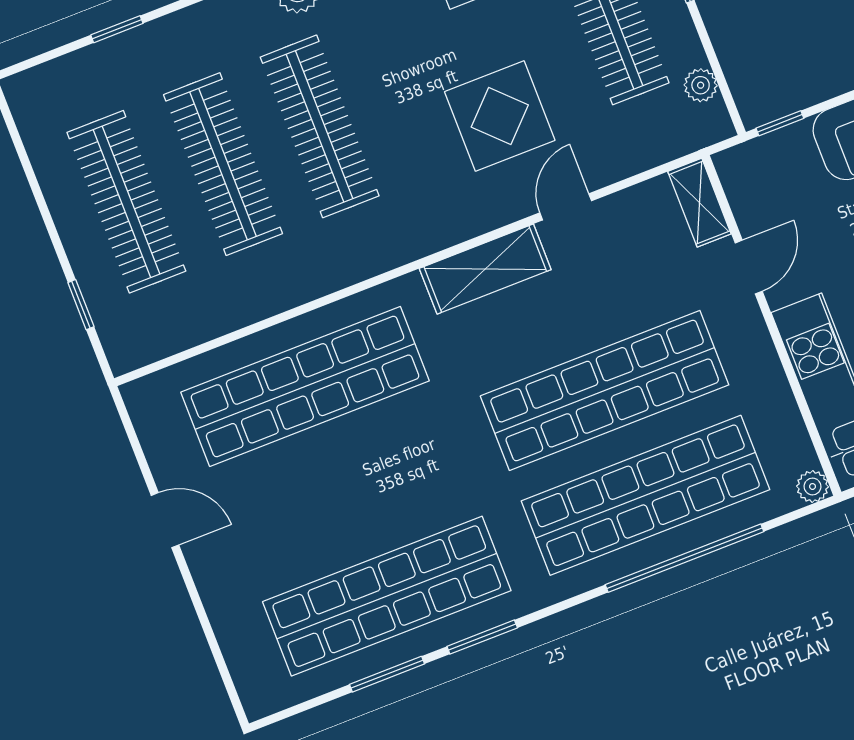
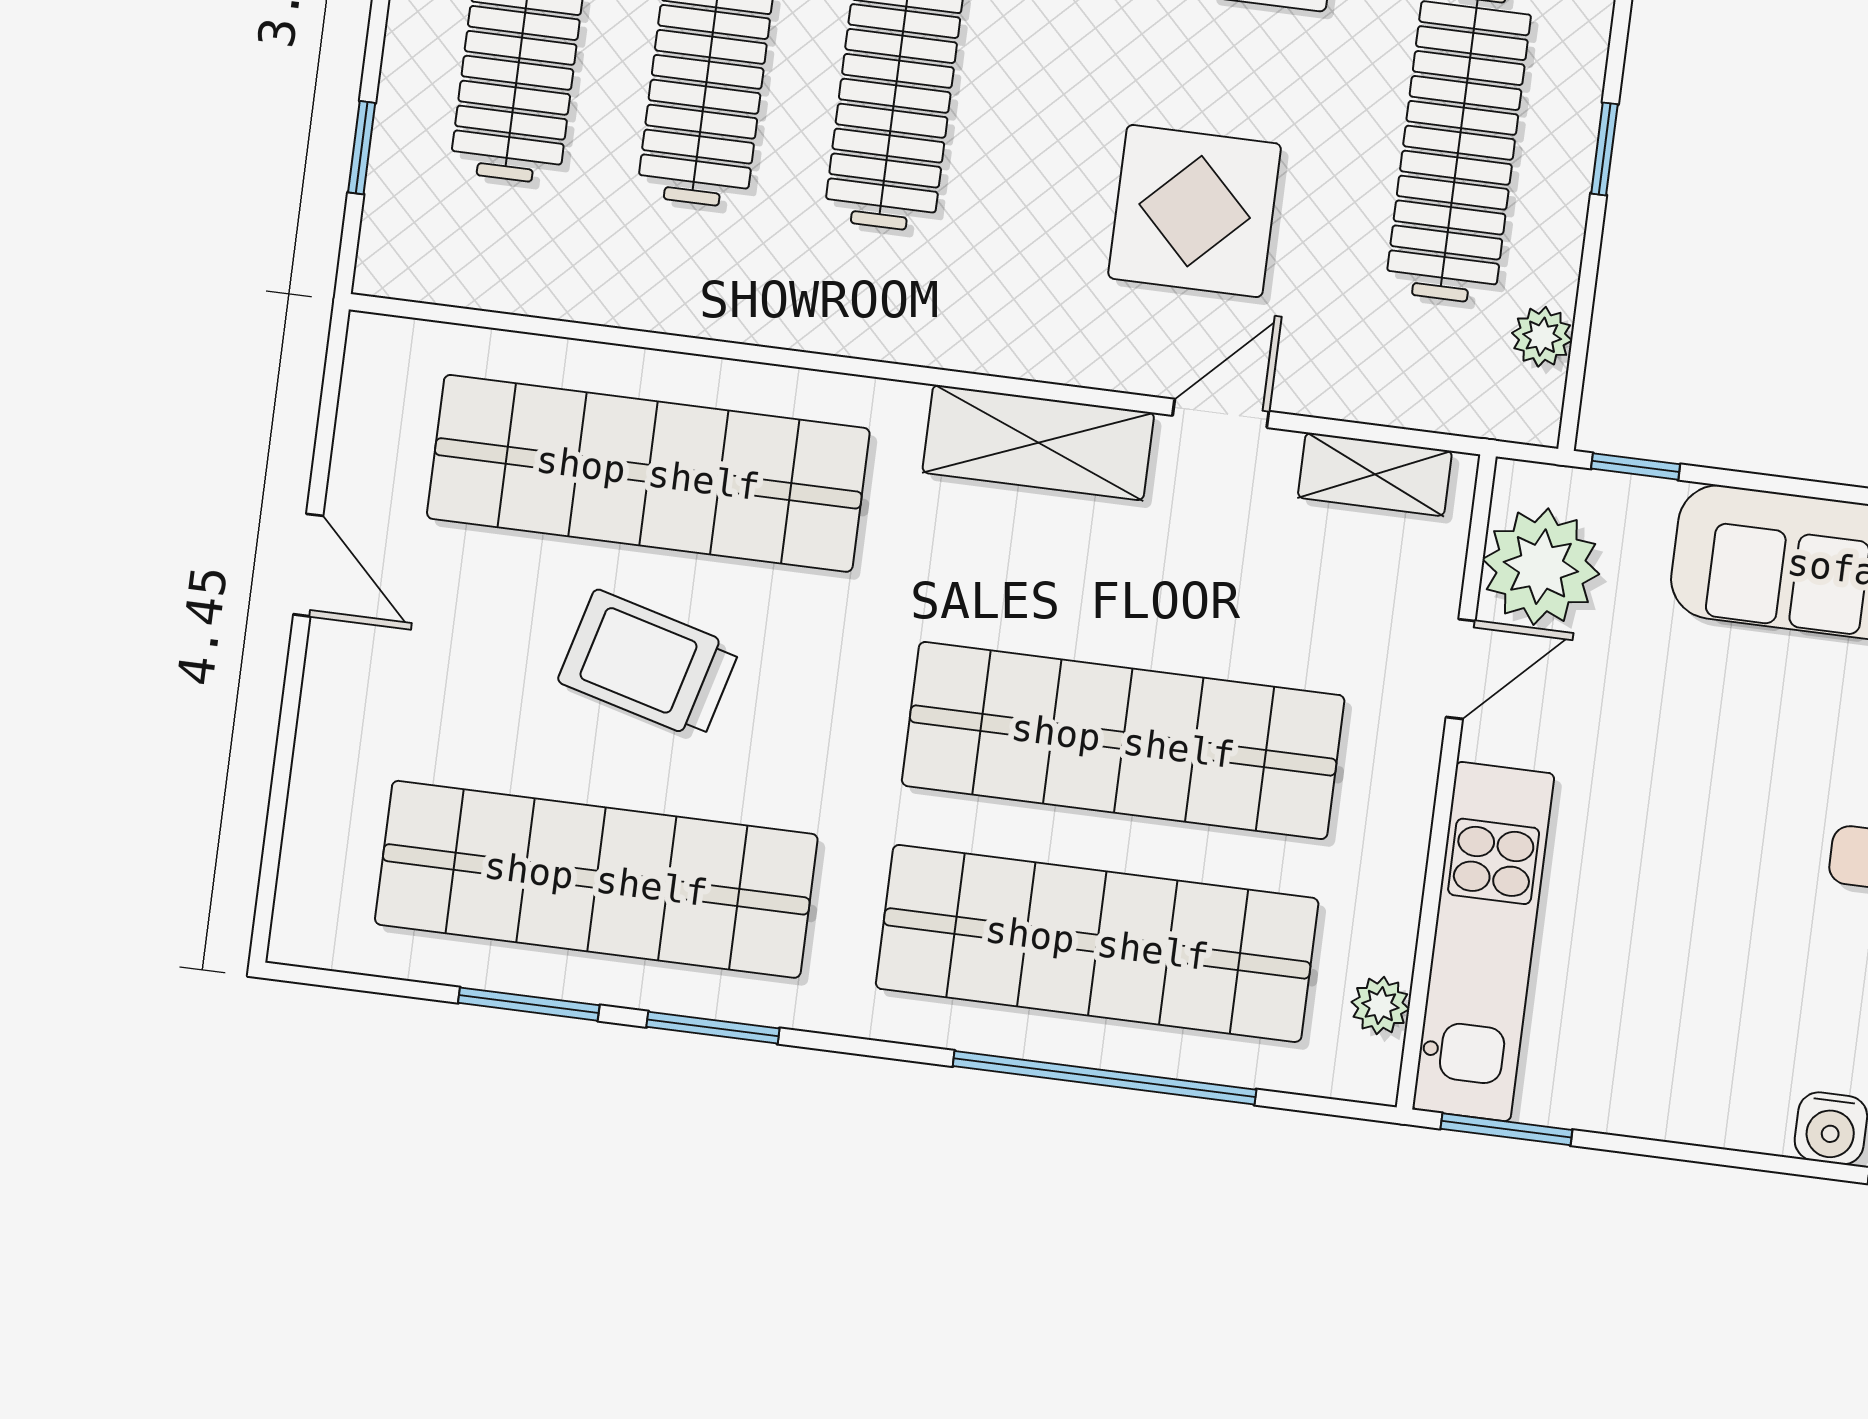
plant: (761, 197) -> (1541, 567), added
shelving: (699, 203) -> (1375, 474), moved, turned 90
trolley: (356, 479) -> (649, 665), added
plant: (813, 486) -> (1380, 1006), moved

